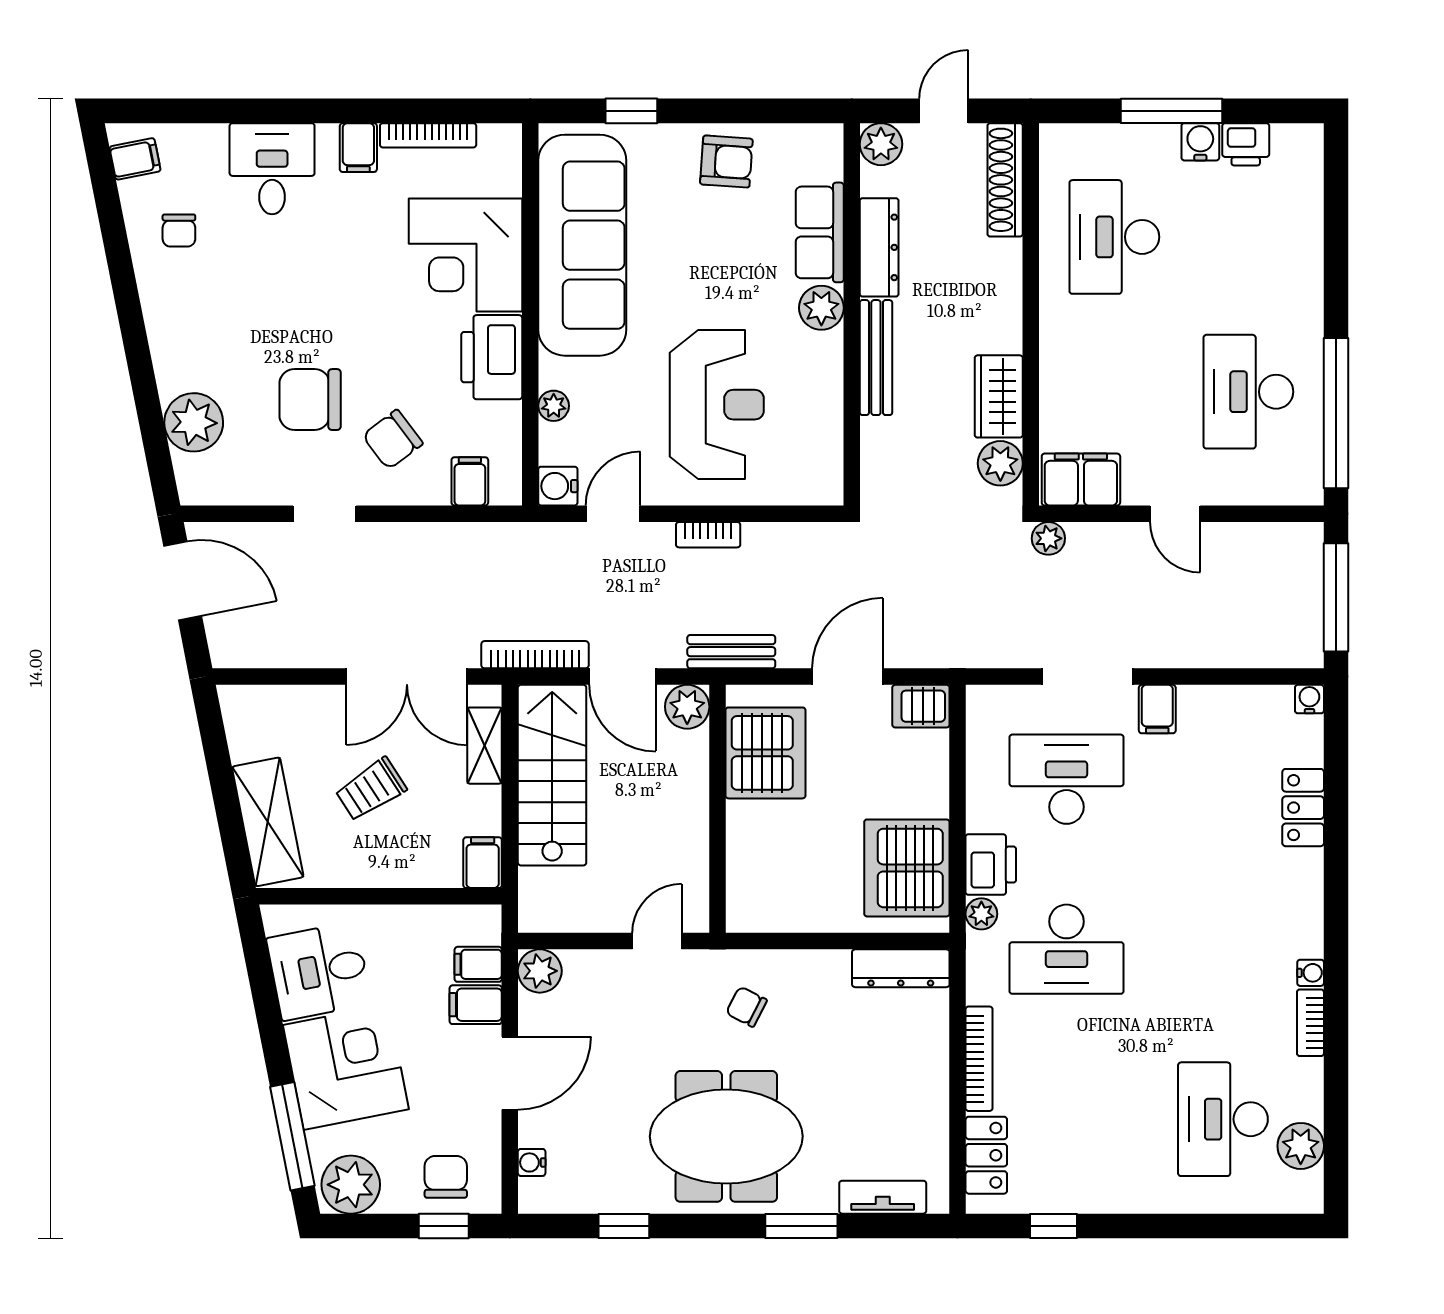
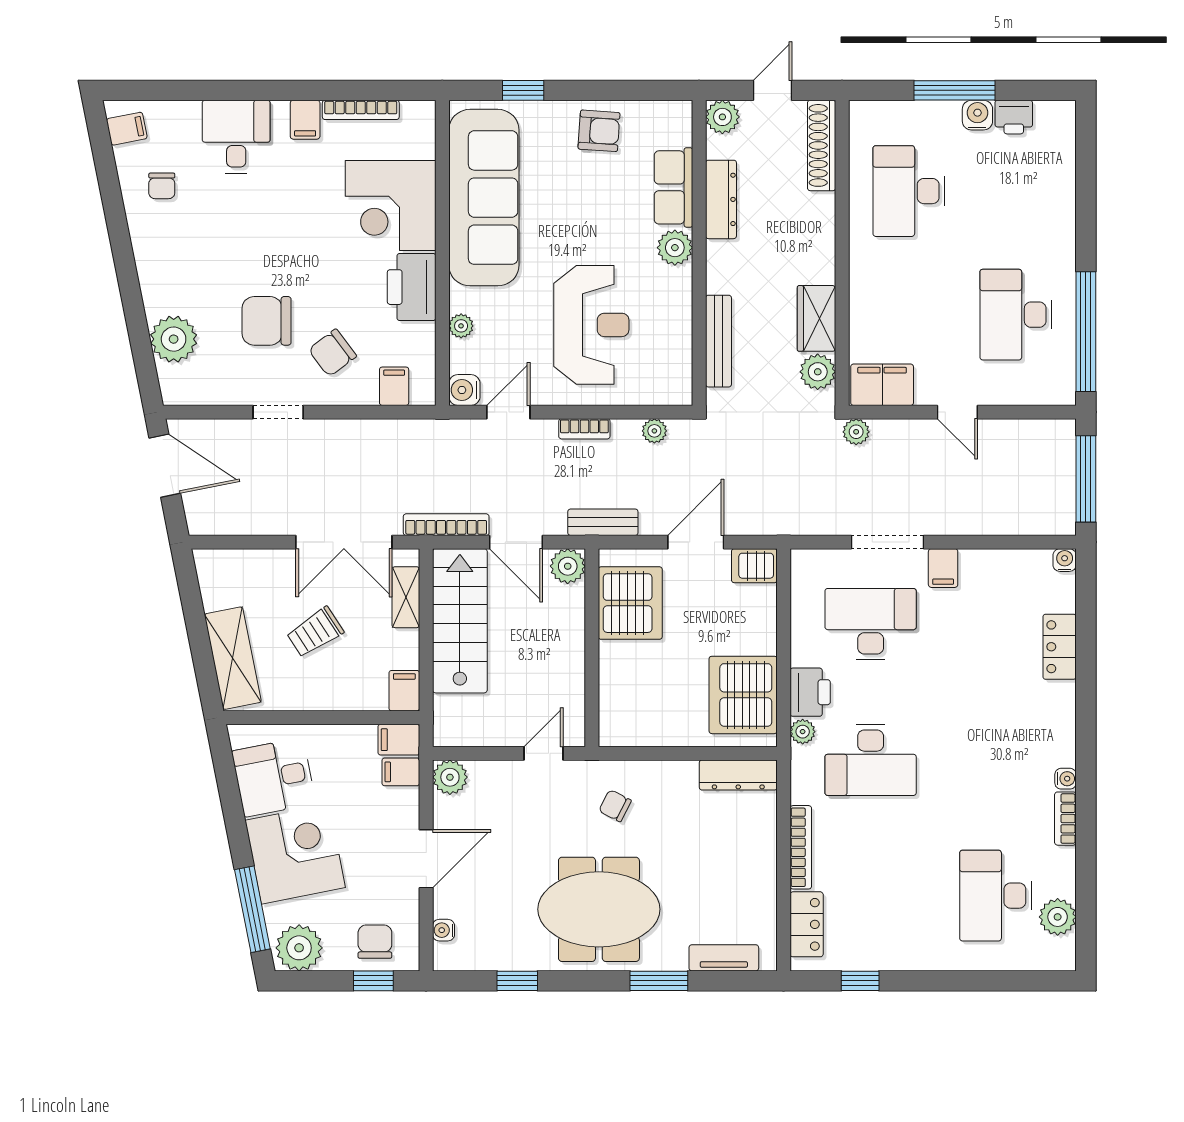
bench: (876, 358) -> (718, 341), moved
plant: (796, 537) -> (654, 431), added
filing cabinet: (476, 1005) -> (399, 740), moved

